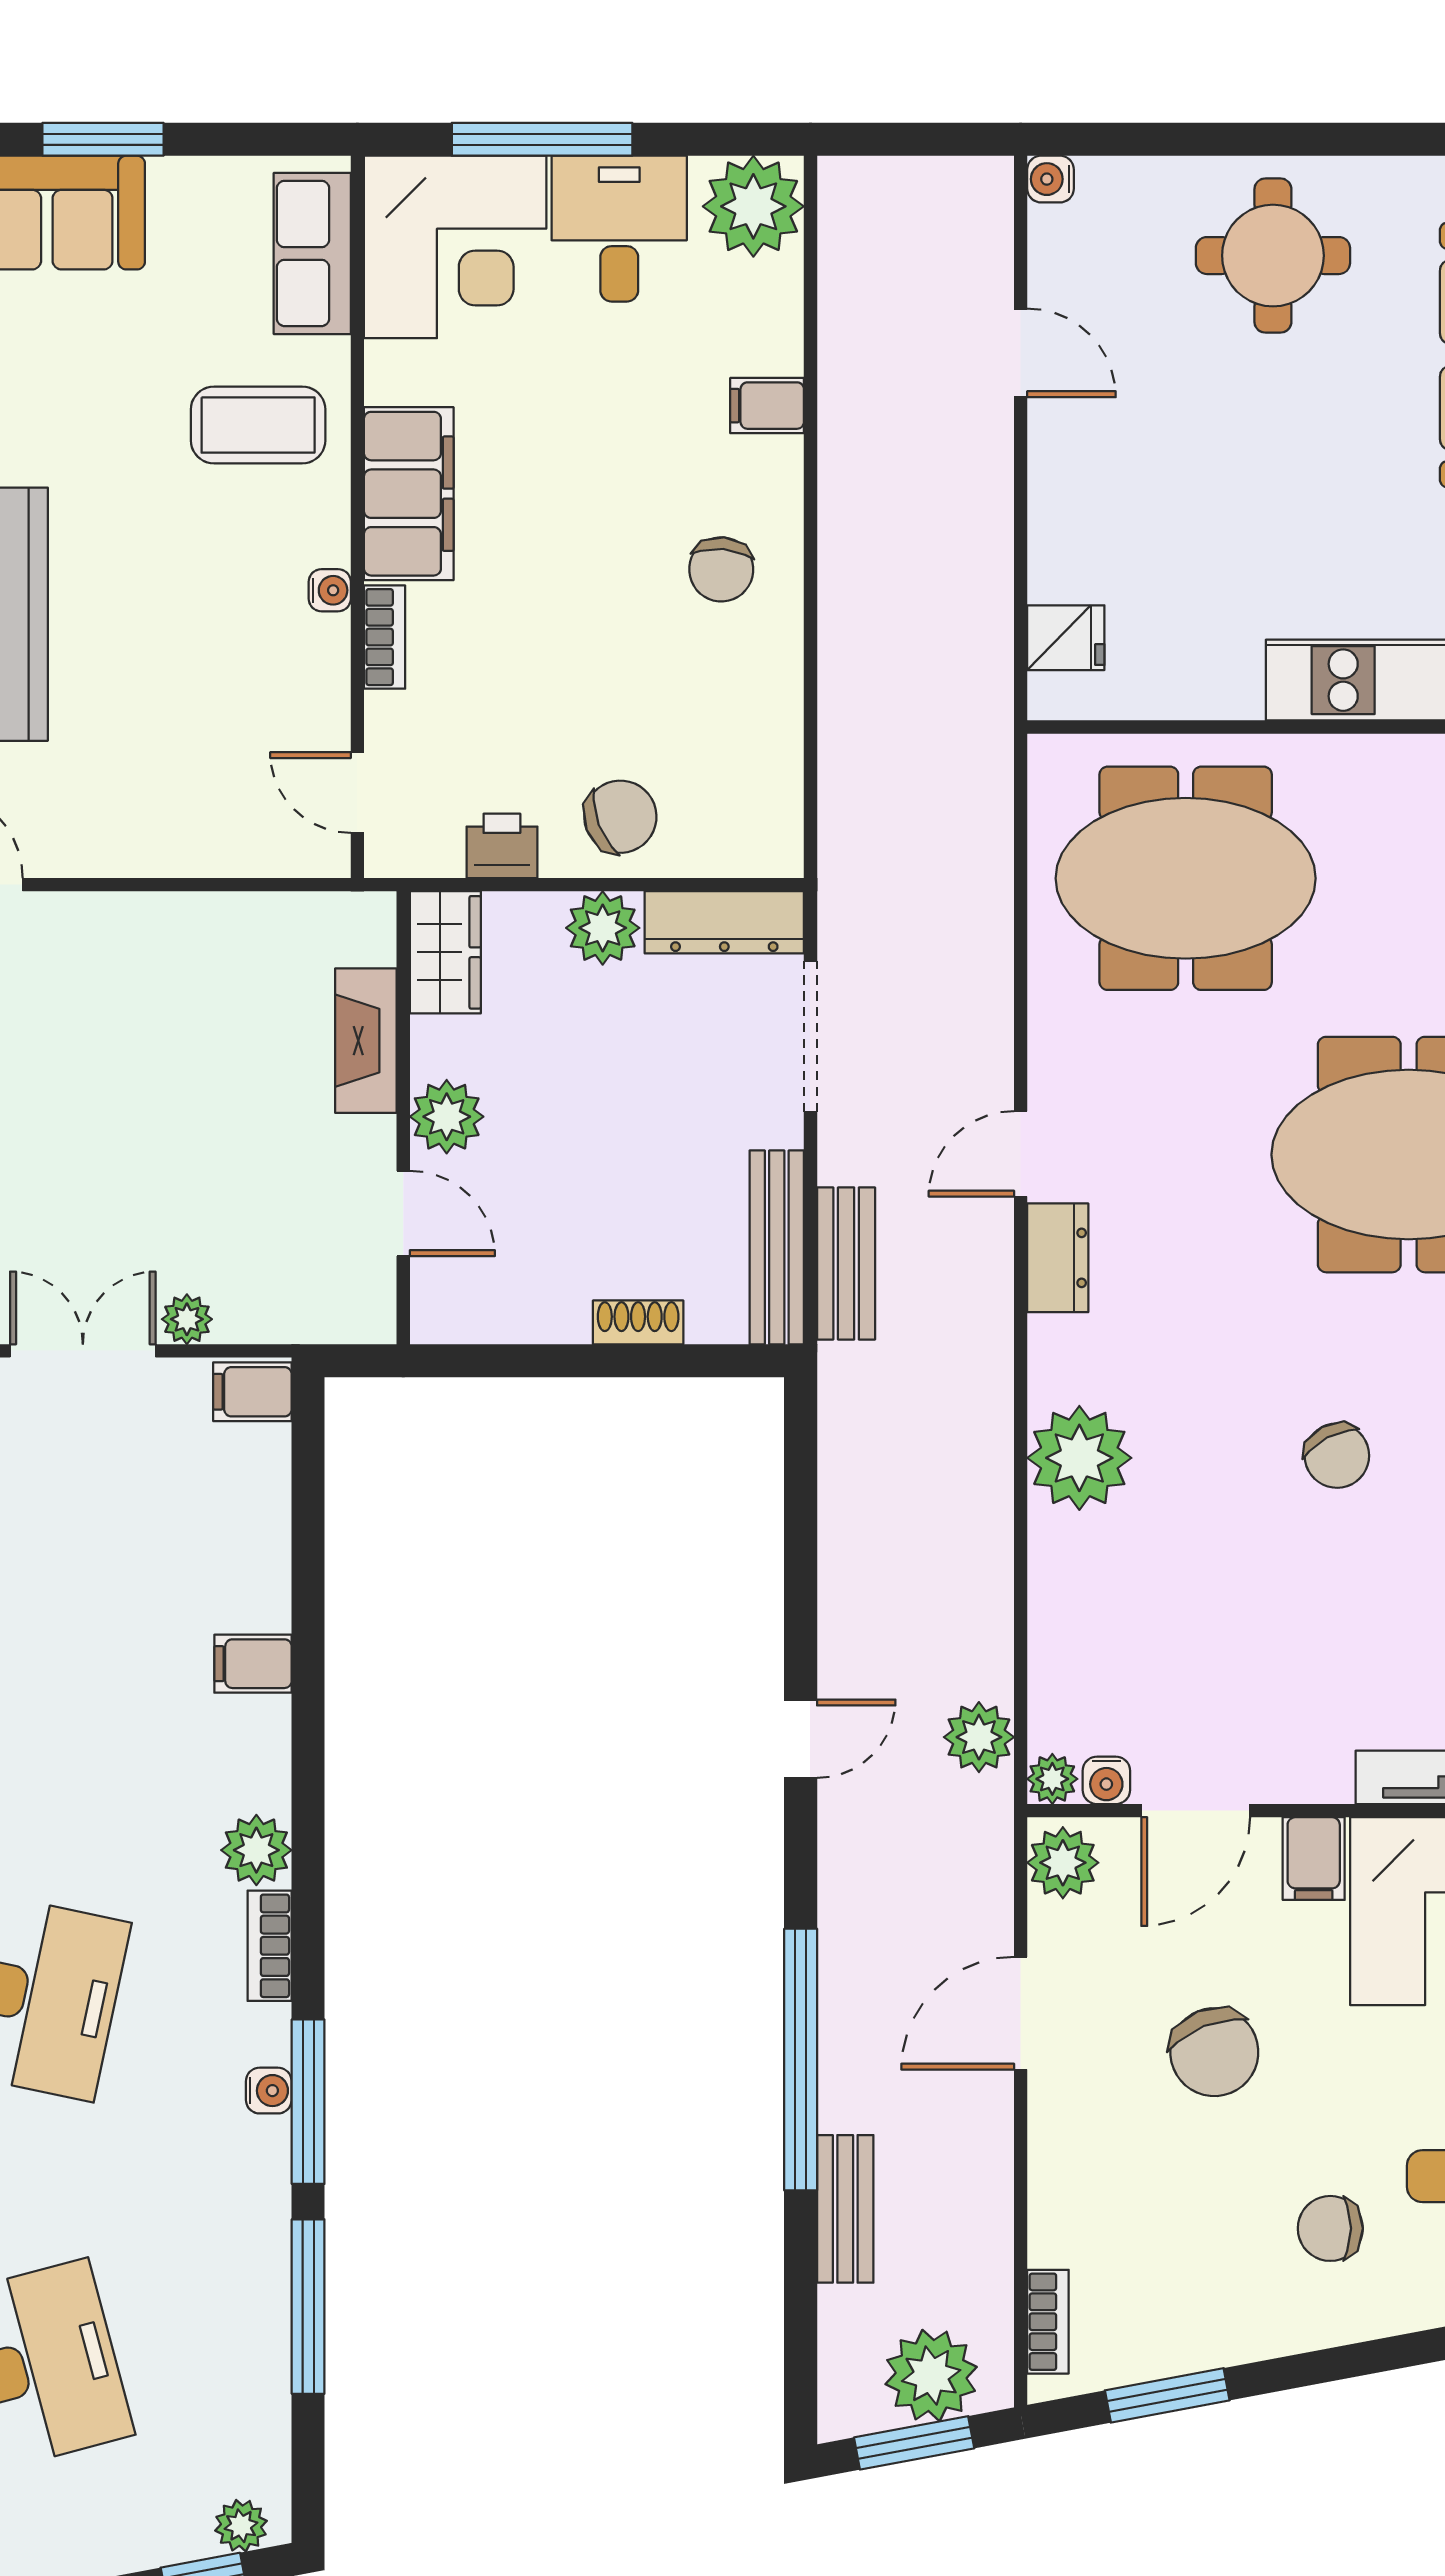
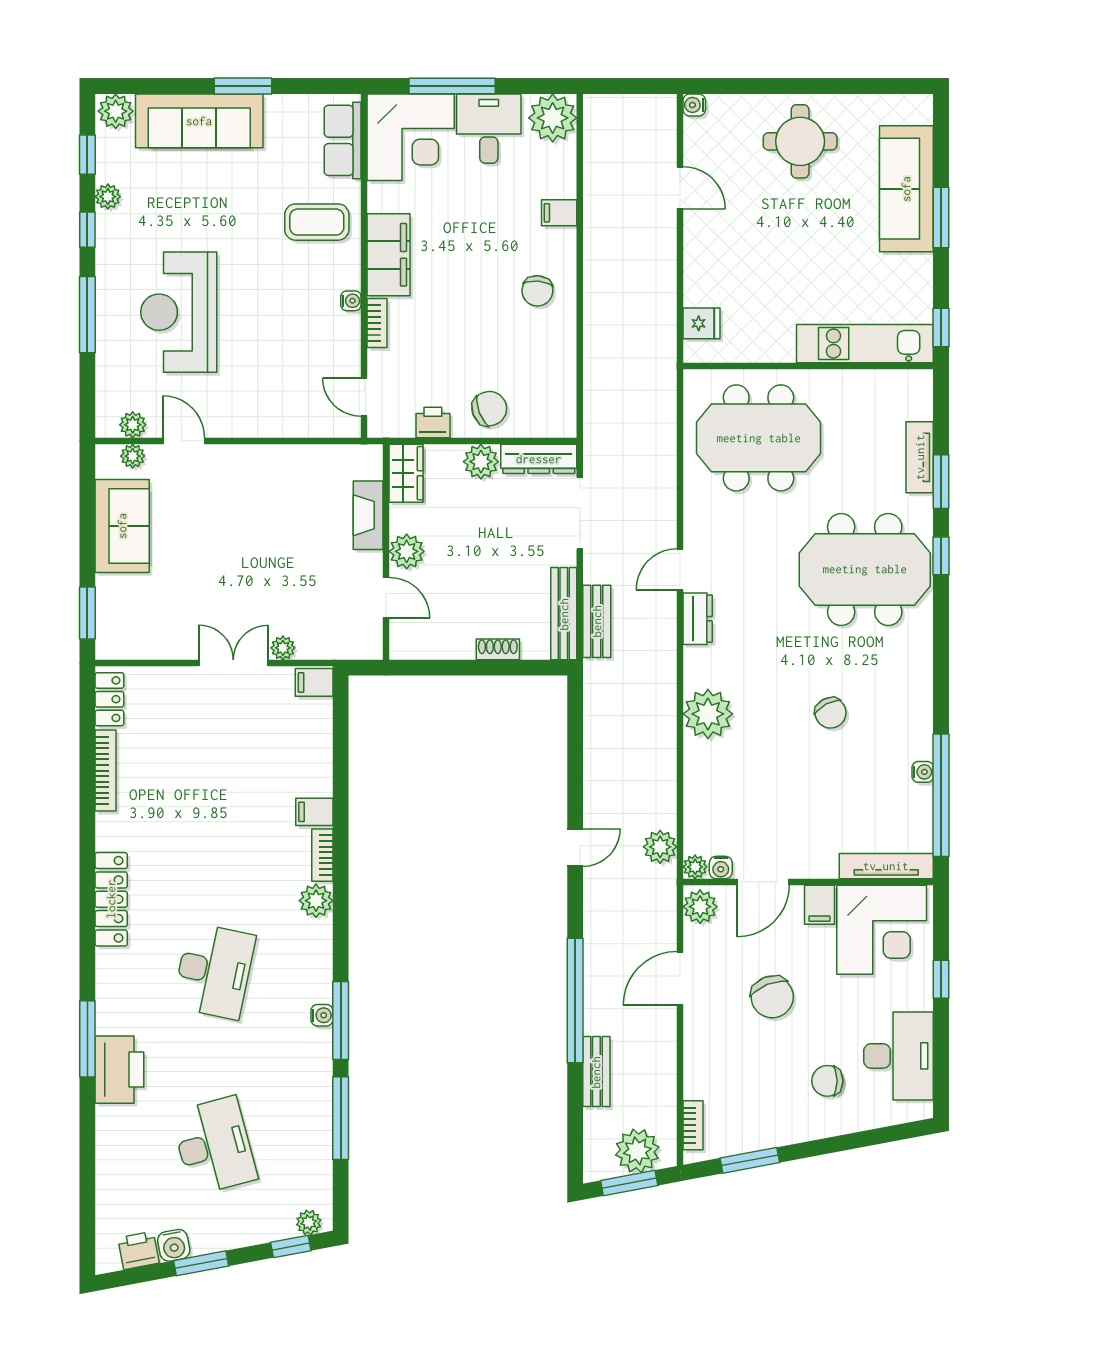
bookcase: (270, 1946) -> (322, 855), moved

